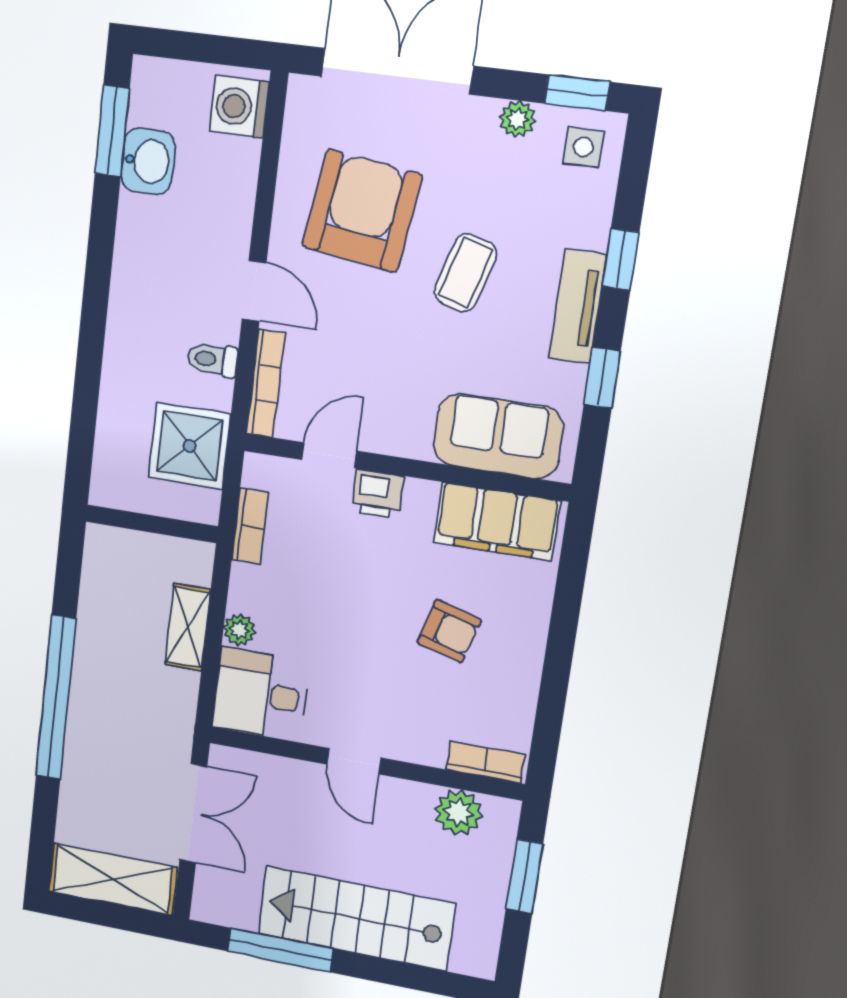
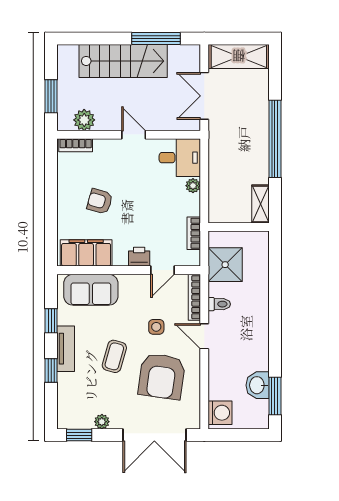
side table: (584, 147) -> (156, 327), moved
shelving: (188, 627) -> (260, 204), moved

